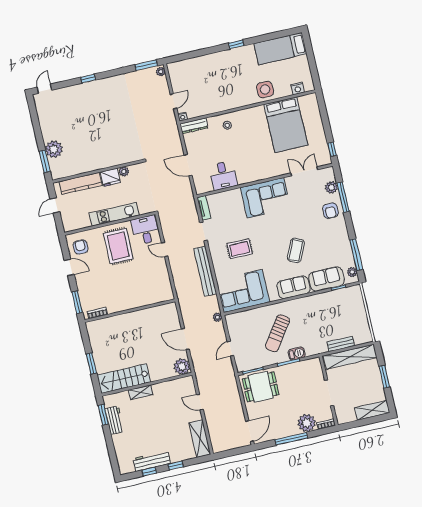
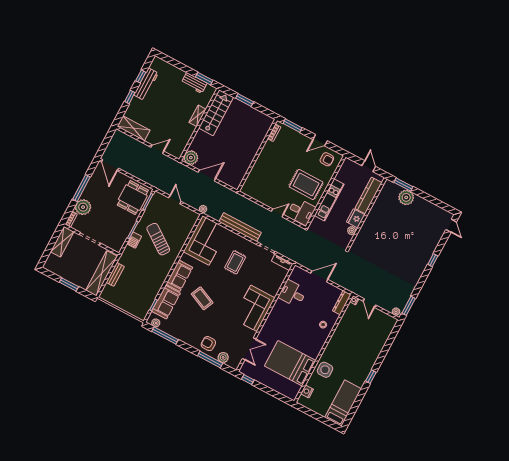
shelving: (372, 410) -> (62, 242), moved

